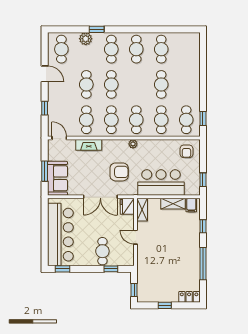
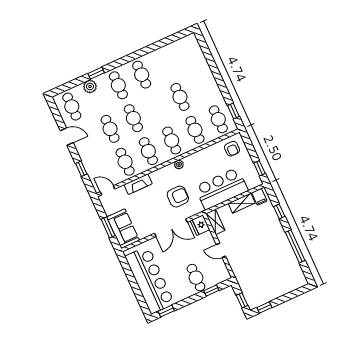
cafe table: (161, 49) -> (165, 64), removed
locker: (189, 297) -> (296, 283), removed
window: (165, 305) -> (264, 307), moved

